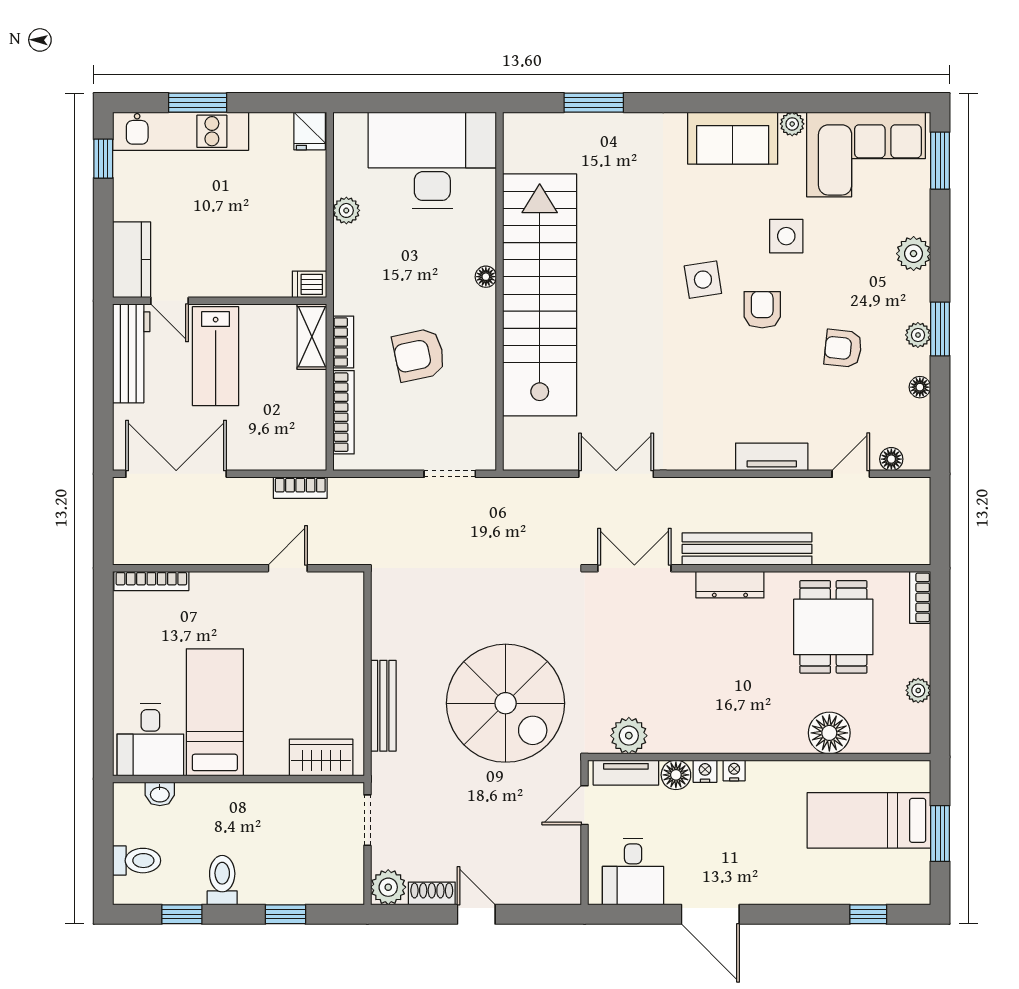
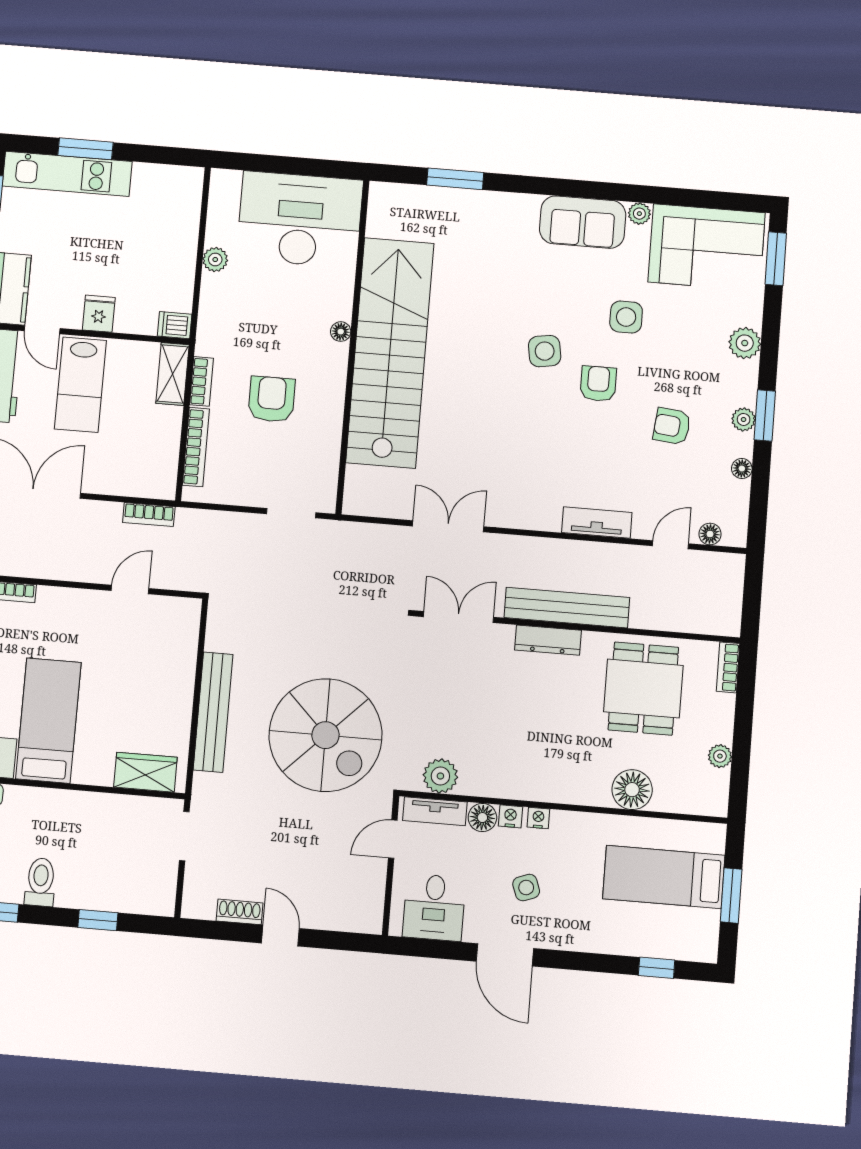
fridge: (310, 131) -> (99, 314), moved, turned 180
armchair: (419, 355) -> (272, 399), turned 102
bench: (383, 706) -> (213, 712), width x1.37, depth x1.21
side table: (727, 843) -> (526, 888), added
plant: (388, 887) -> (198, 902), removed

